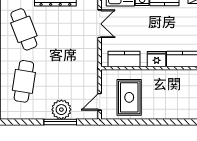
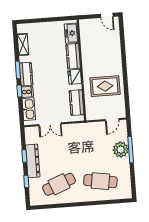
double door: (100, 24) -> (50, 124), swing flipped
rug: (129, 97) -> (105, 86), moved
door: (100, 102) -> (112, 120), hinge flipped

